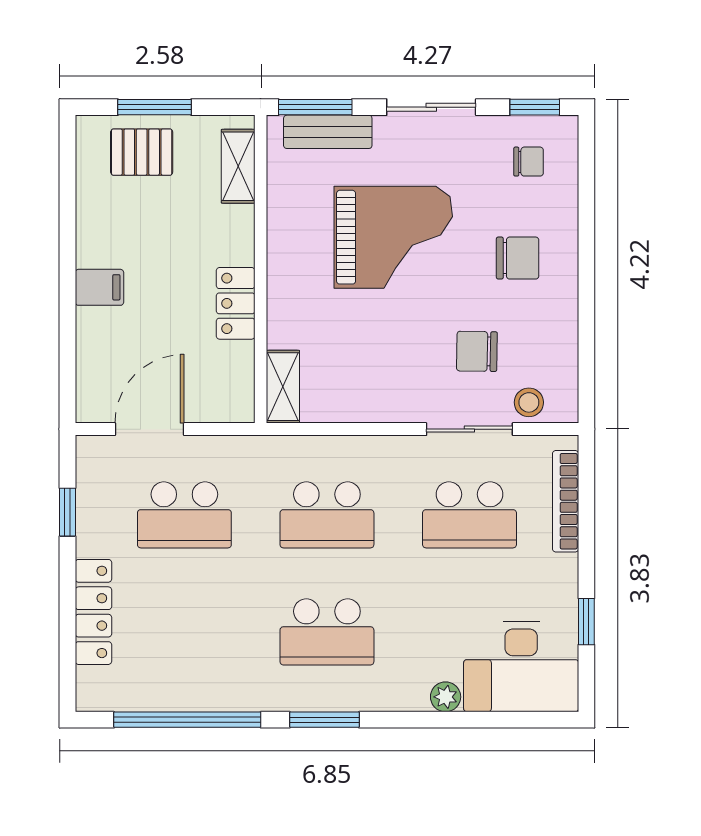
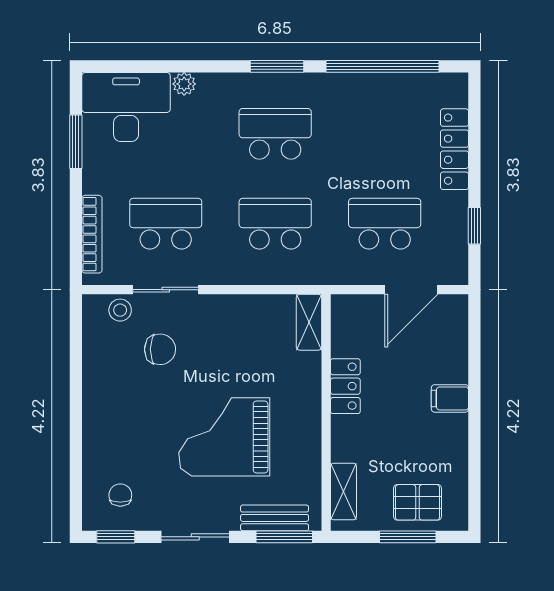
chair: (529, 162) -> (120, 495), turned 90
chair: (518, 258) -> (129, 421), removed
window: (586, 622) -> (76, 142), width x1.50

